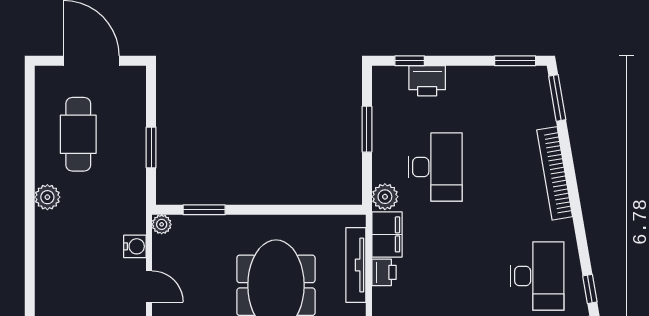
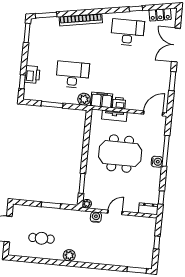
cafe table: (78, 134) -> (42, 238), width x0.73, depth x0.74
tv unit: (356, 265) -> (114, 116), width x0.71

